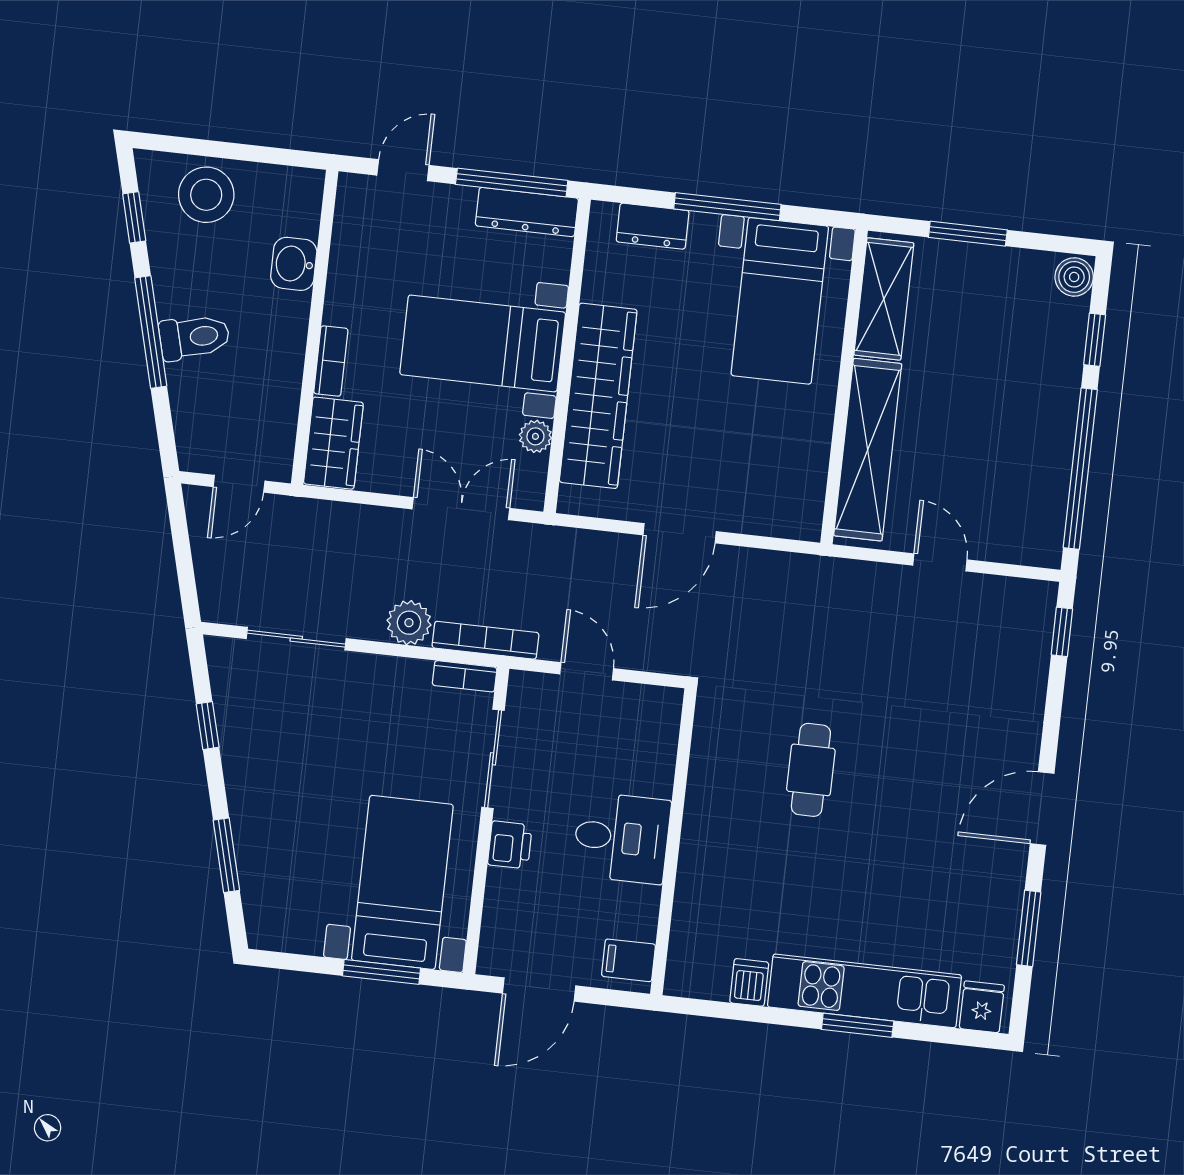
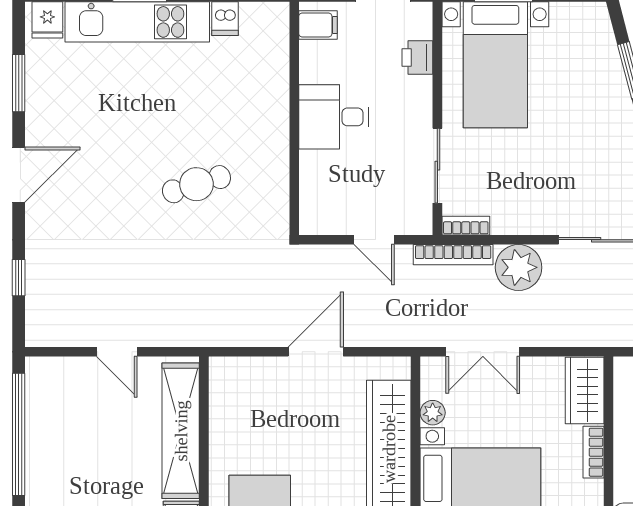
plant: (409, 623) -> (519, 267), width x1.36, depth x1.36
window: (1062, 632) -> (19, 278), moved
cafe table: (811, 770) -> (196, 184), turned 73
printer: (510, 845) -> (417, 57), moved

